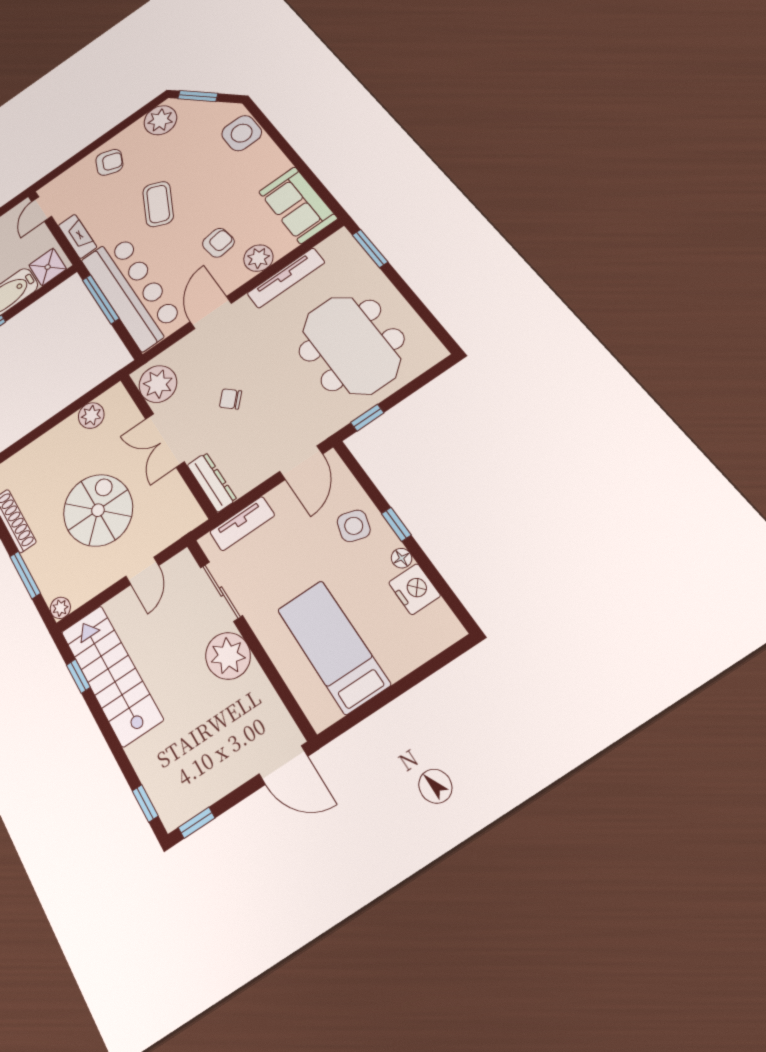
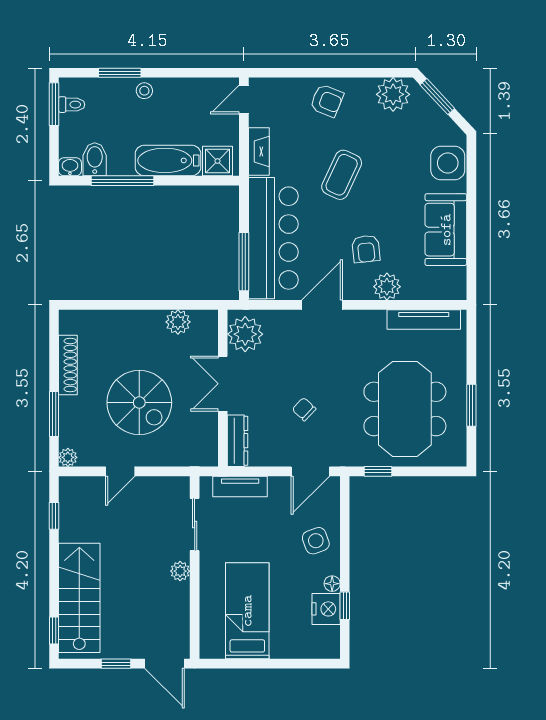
sofa: (298, 205) -> (446, 230), moved
armchair: (218, 243) -> (366, 249), turned 92
window: (370, 248) -> (471, 405), moved
tv unit: (286, 278) -> (424, 319), moved
window: (101, 299) -> (244, 262), moved
chair: (230, 399) -> (304, 409), moved
spiral stairs: (98, 510) -> (139, 402), turned 90
window: (396, 524) -> (345, 606), moved
side table: (354, 526) -> (316, 541), turned -37
door: (142, 571) -> (120, 471), moved
plant: (228, 656) -> (180, 571), width x0.53, depth x0.53
stairs: (111, 675) -> (79, 598), moved
window: (197, 823) -> (116, 664), moved

